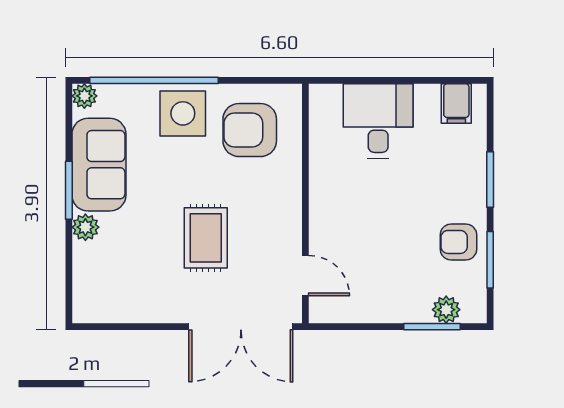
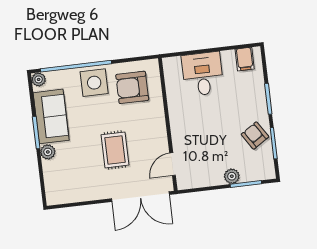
armchair: (458, 242) -> (255, 135), turned 57
door: (305, 276) -> (173, 164), swing flipped
plant: (446, 310) -> (232, 176), moved

